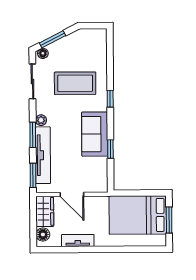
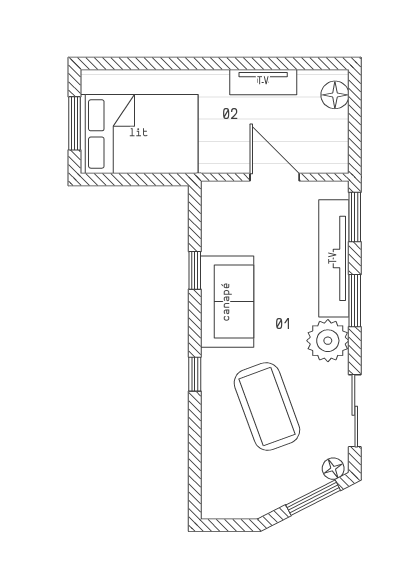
coffee table: (75, 83) -> (267, 407), turned 70
plant: (41, 120) -> (328, 341), width x1.87, depth x1.87
wardrobe: (45, 211) -> (331, 142), removed

